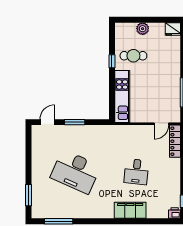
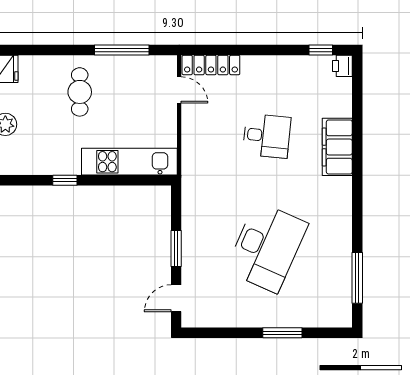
cafe table: (133, 56) -> (80, 92), moved
door: (47, 122) -> (176, 298), hinge flipped
window: (28, 195) -> (282, 333), moved

